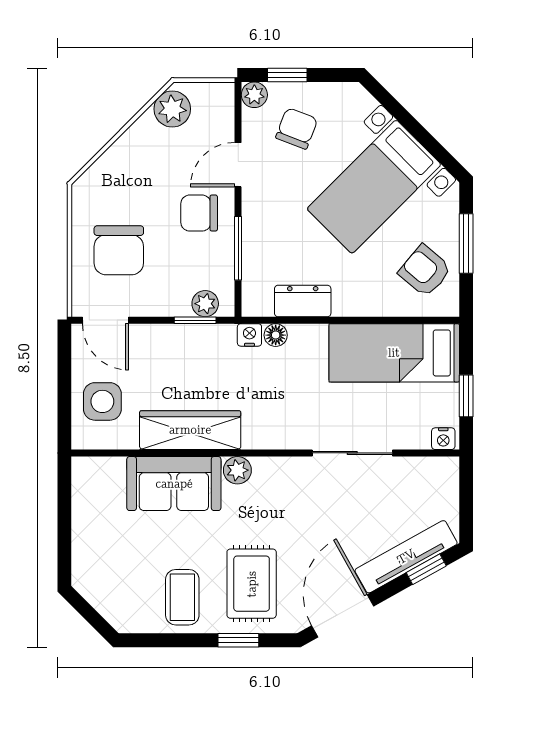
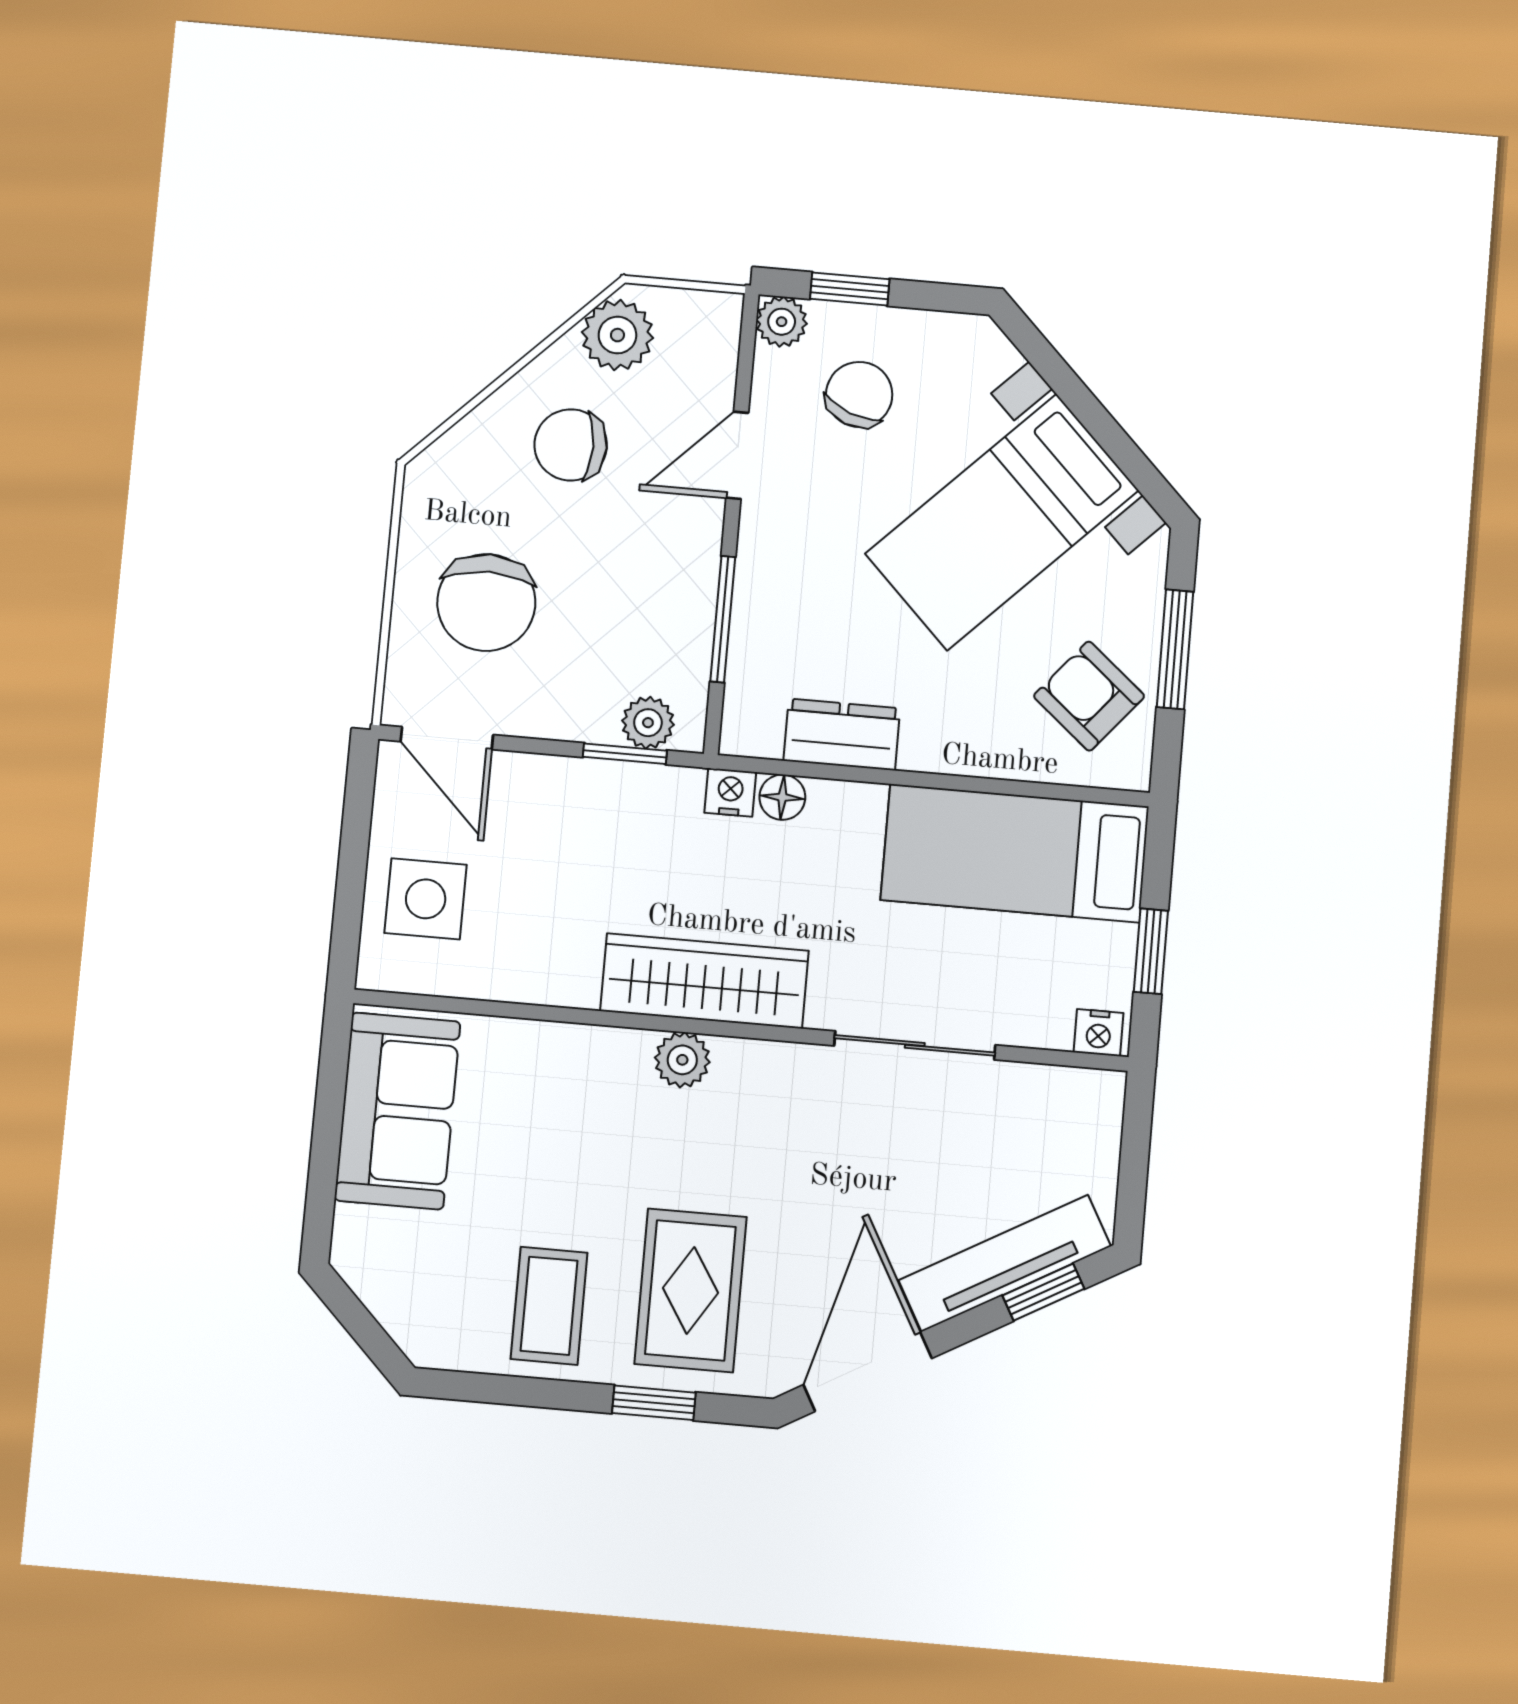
chair: (199, 213) -> (571, 445), moved
wardrobe: (190, 430) -> (704, 981), moved
sofa: (174, 484) -> (397, 1111), moved, turned -90

